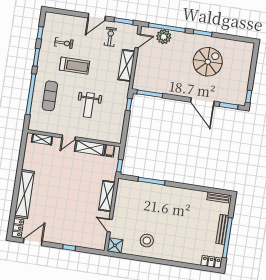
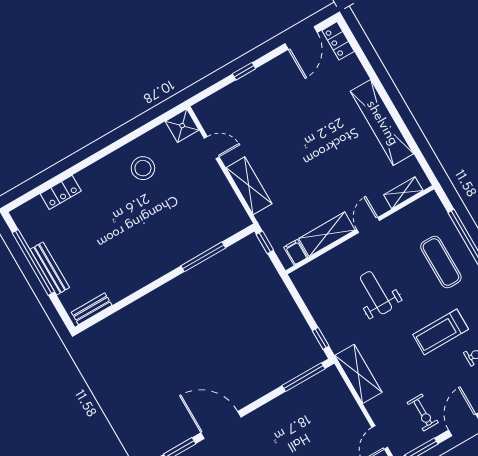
shelving: (126, 65) -> (358, 374), moved
shelving: (24, 194) -> (382, 123), moved
locker: (211, 262) -> (61, 192), moved

